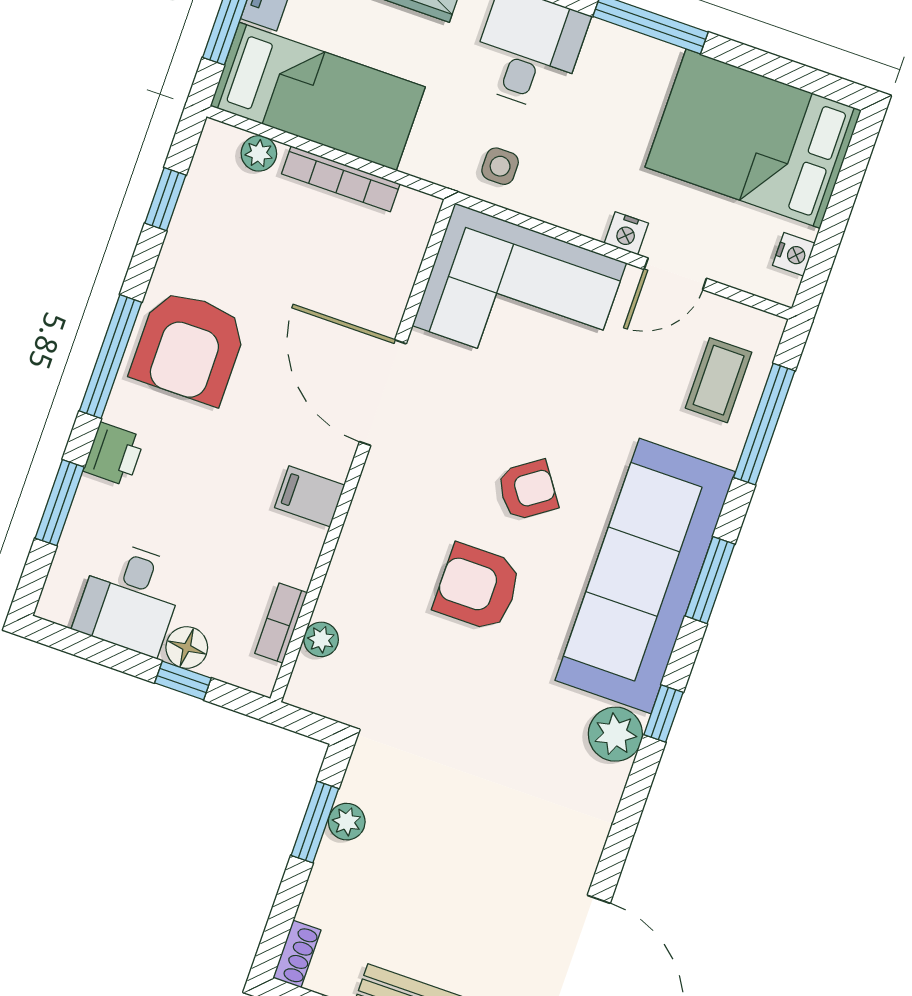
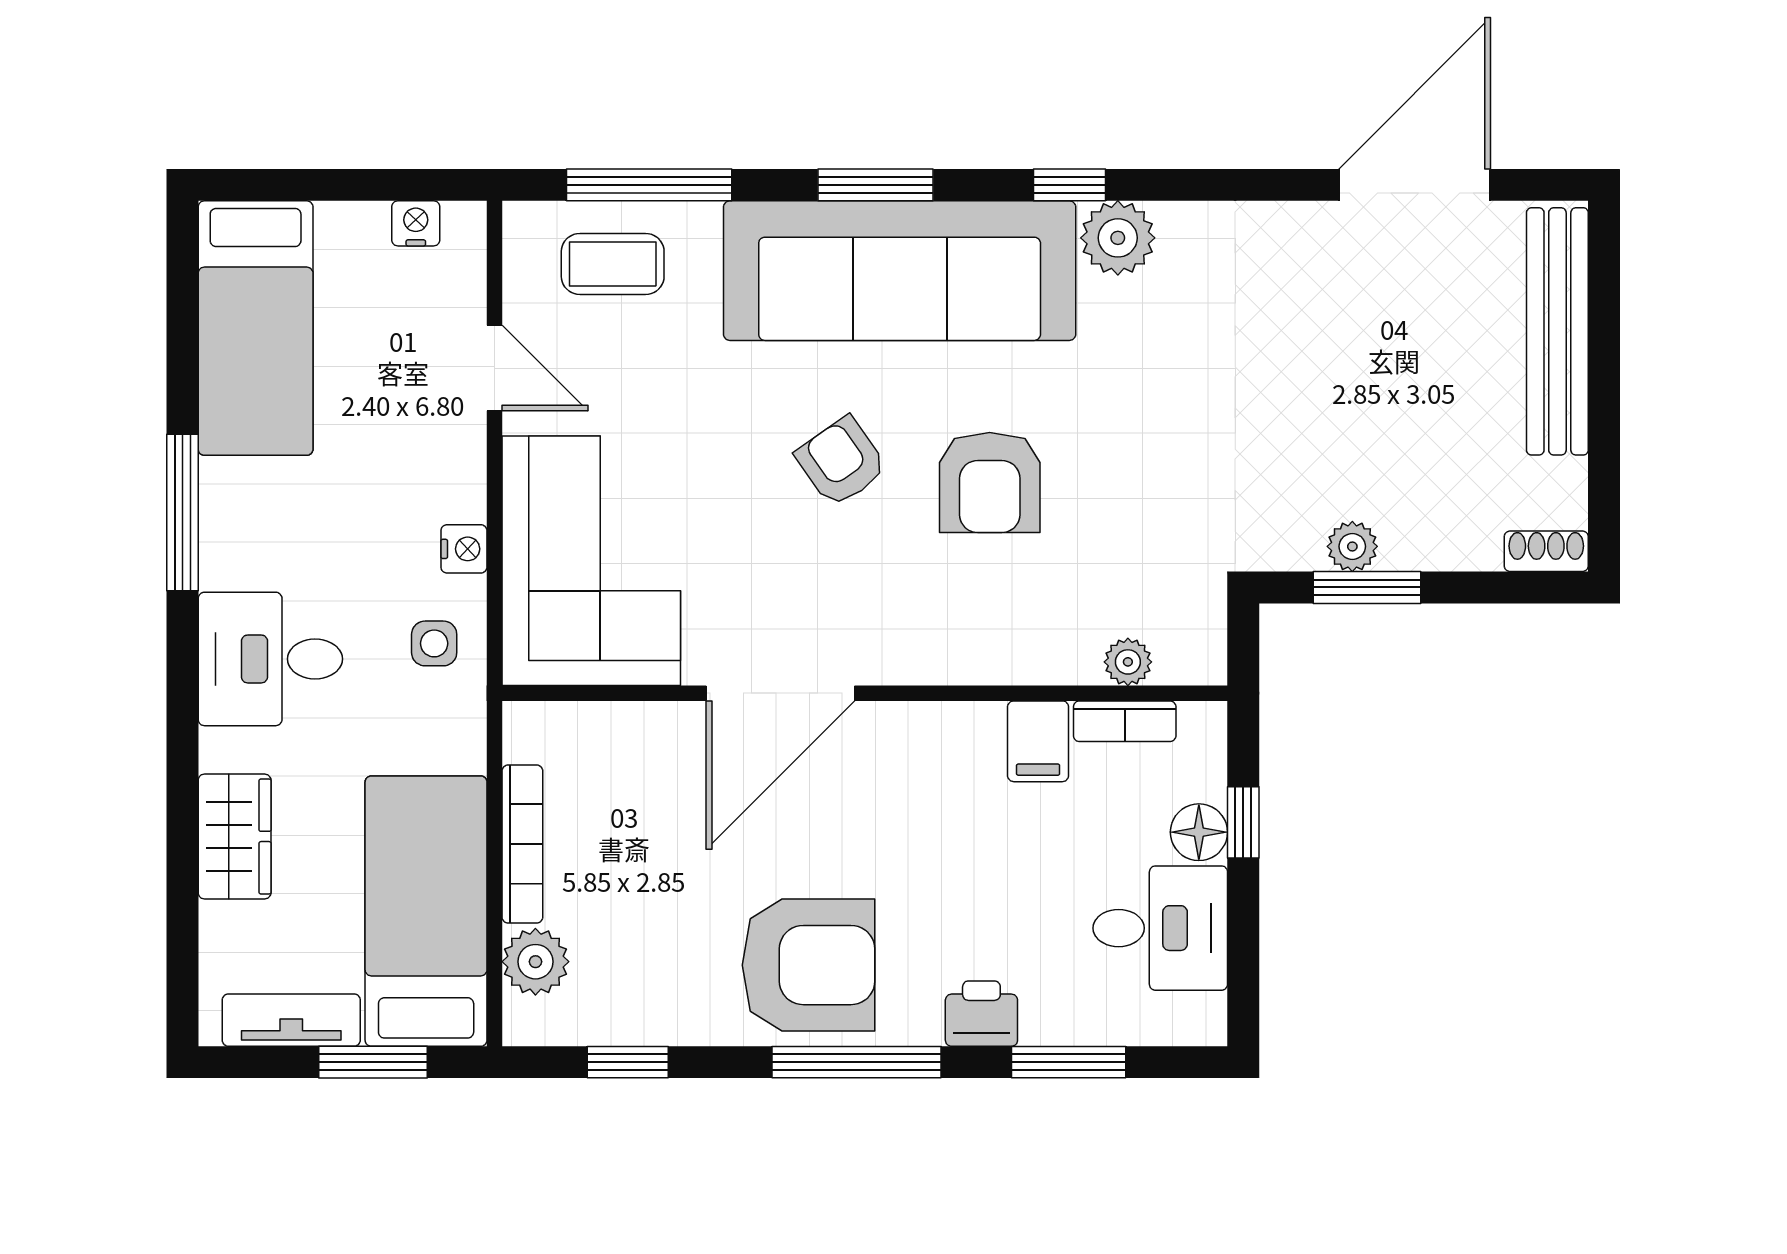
bed: (753, 139) -> (256, 328), width x0.67
plant: (259, 153) -> (535, 962), width x1.38, depth x1.38
nightstand: (626, 233) -> (464, 549), moved
filing cabinet: (310, 496) -> (1038, 741), moved

